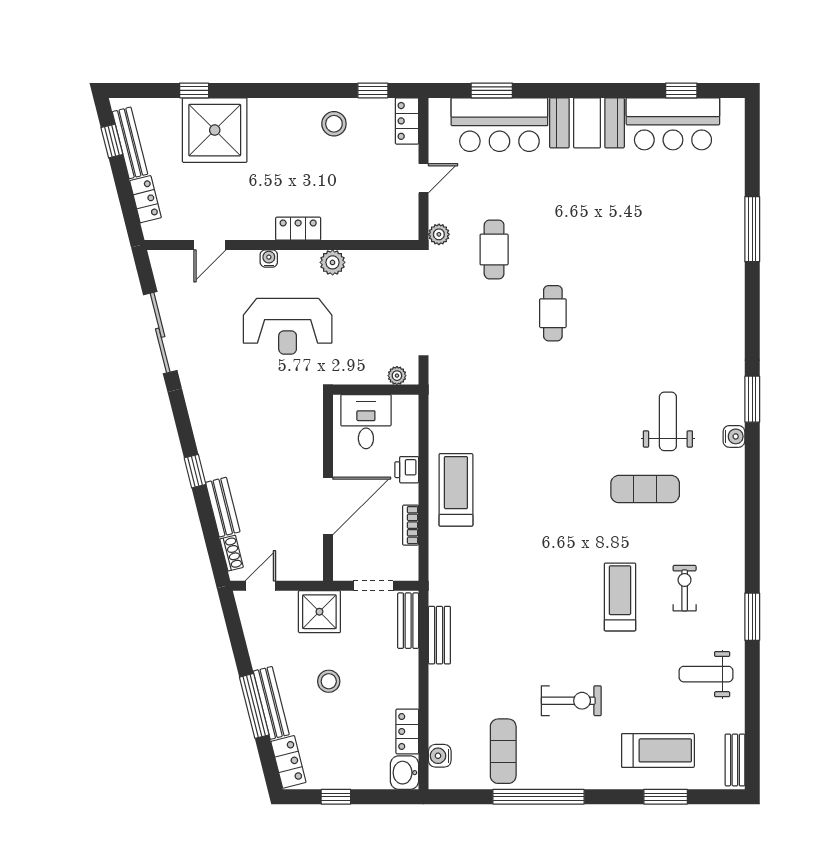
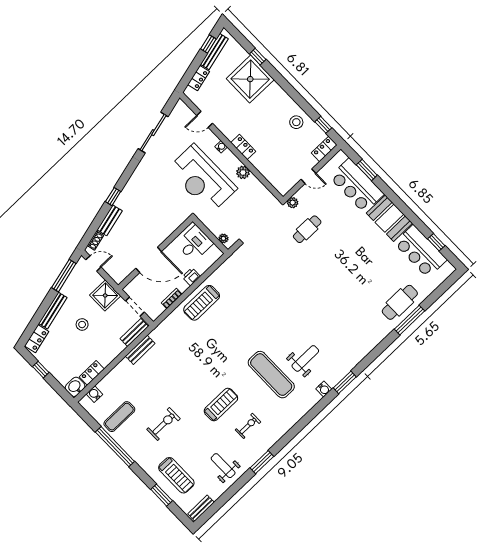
cafe table: (553, 313) -> (400, 302), moved, width x1.37, depth x1.35
reception desk: (288, 326) -> (202, 179), width x1.36, depth x1.30
exercise mat: (645, 489) -> (271, 375), width x1.36, depth x1.45
treadmill: (456, 490) -> (202, 303), turned 180
exercise bike: (571, 701) -> (164, 424), turned -90
window: (254, 706) -> (64, 276), moved

